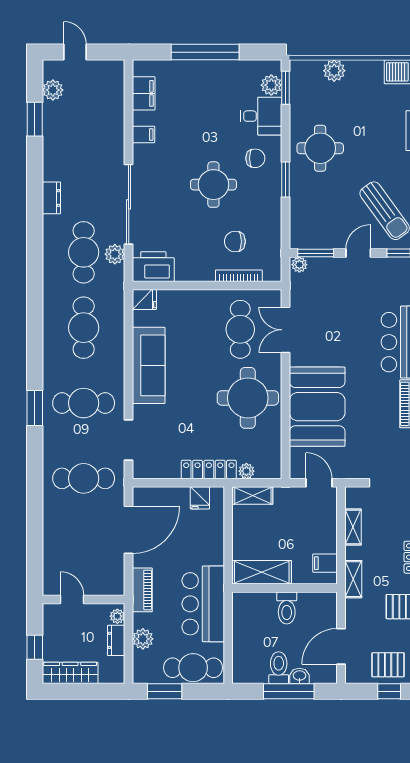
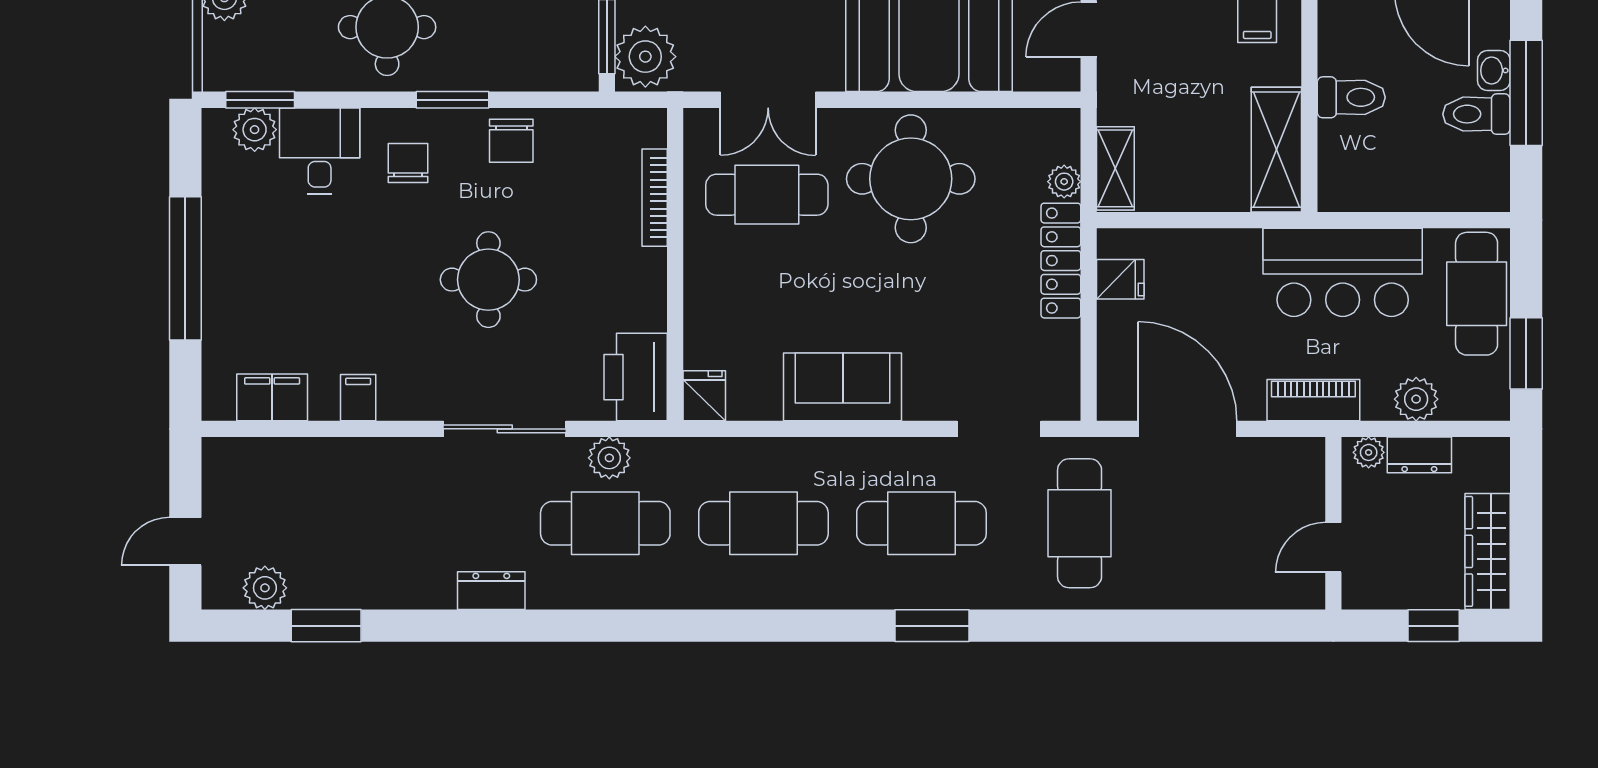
round table: (213, 185) -> (488, 280), moved
sliding door: (129, 204) -> (505, 429), width x0.73
chair: (235, 241) -> (511, 141), moved
plant: (299, 265) -> (645, 57), width x1.87, depth x1.87
sofa: (149, 365) -> (843, 387), width x0.73
cafe table: (84, 403) -> (921, 523), turned 90

